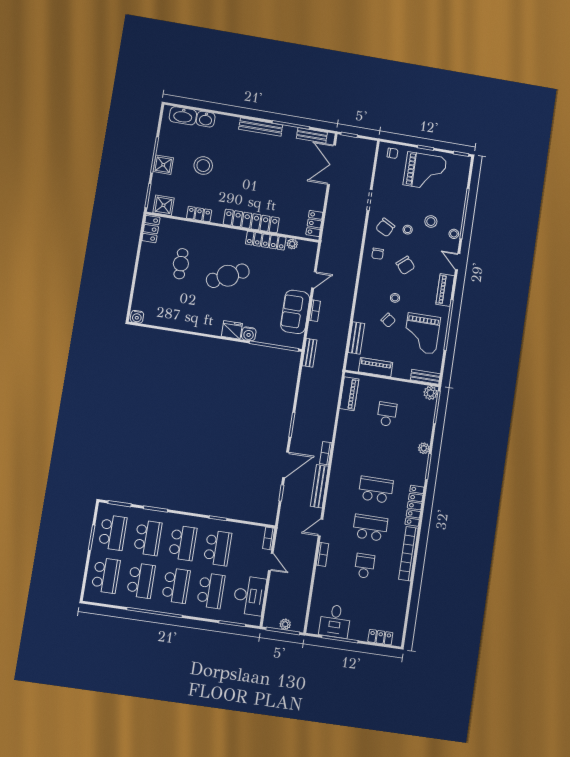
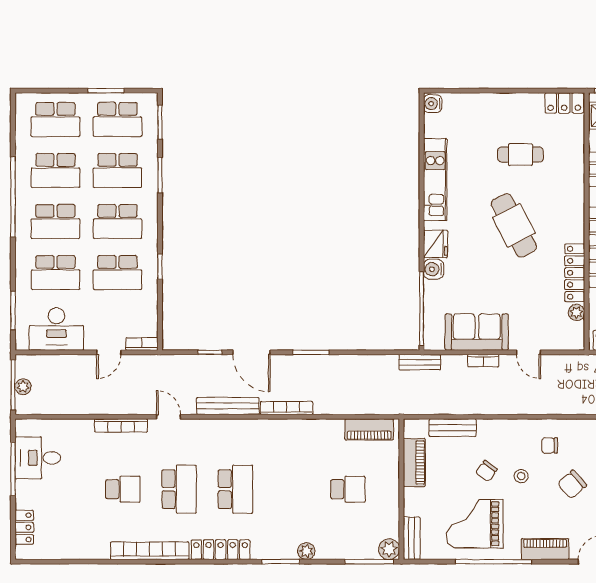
chair: (378, 254) -> (550, 445), moved
kitchen unit: (189, 323) -> (435, 180), added
bookcase: (326, 453) -> (287, 408), width x1.56
bookcase: (322, 554) -> (121, 425), width x1.56

